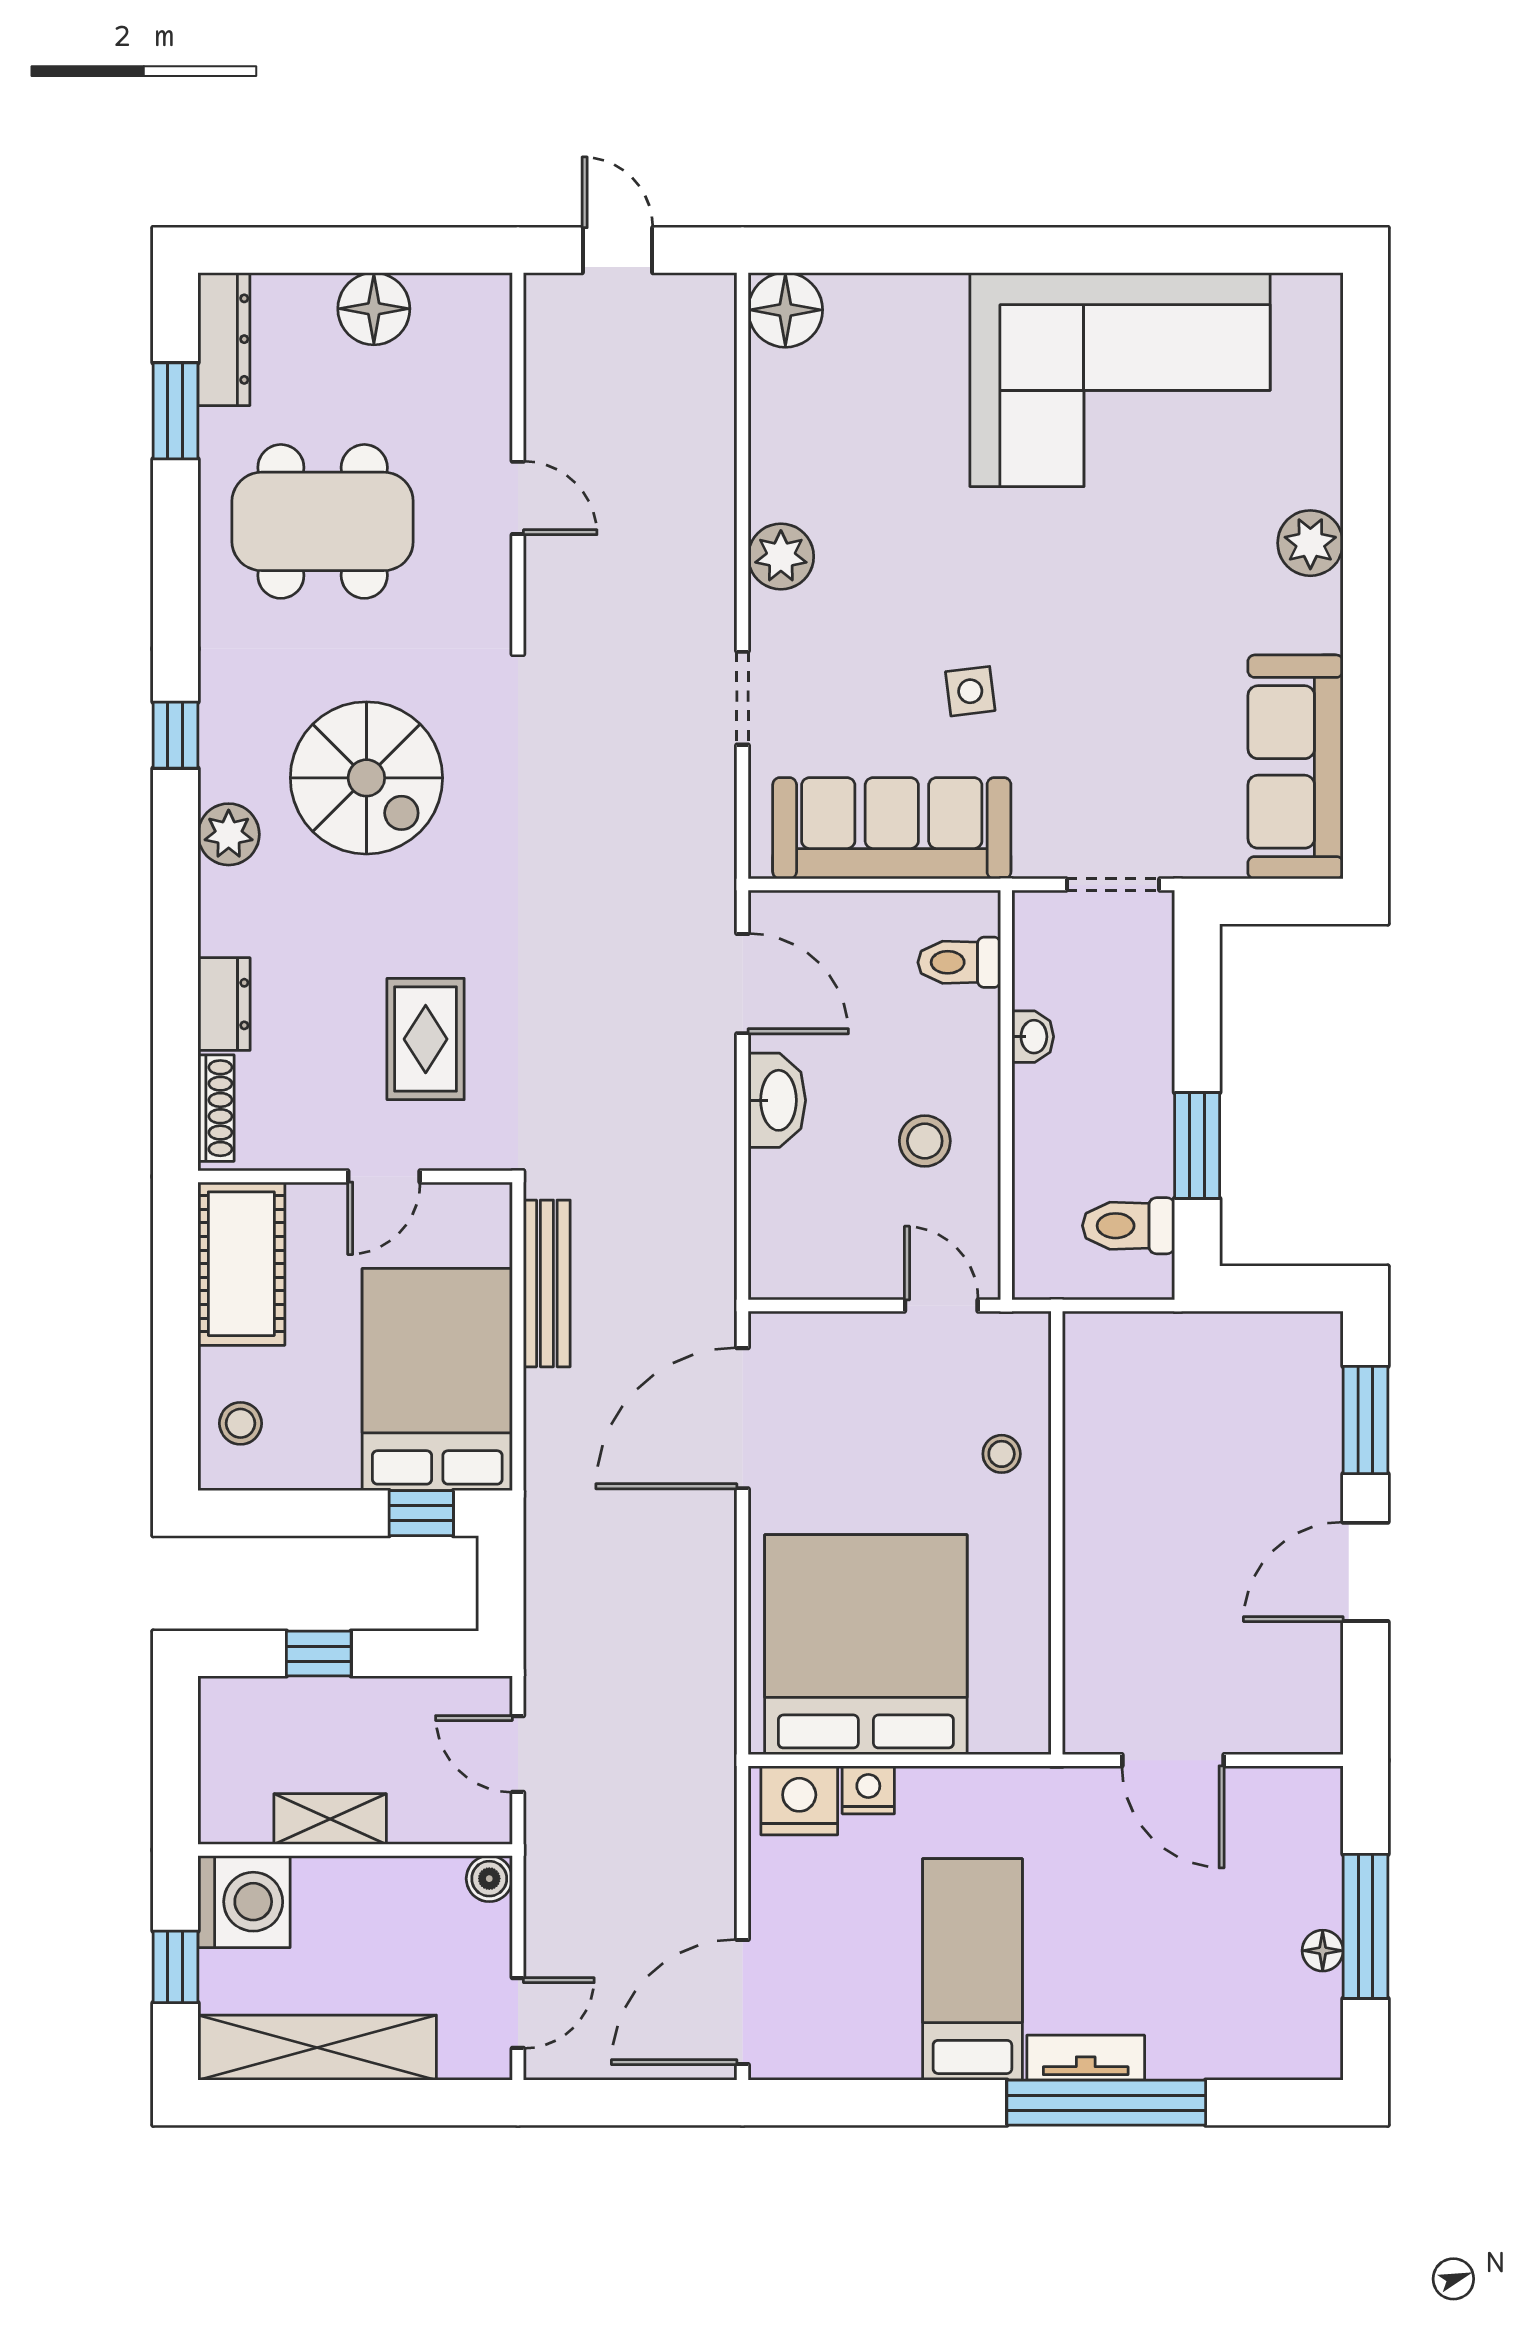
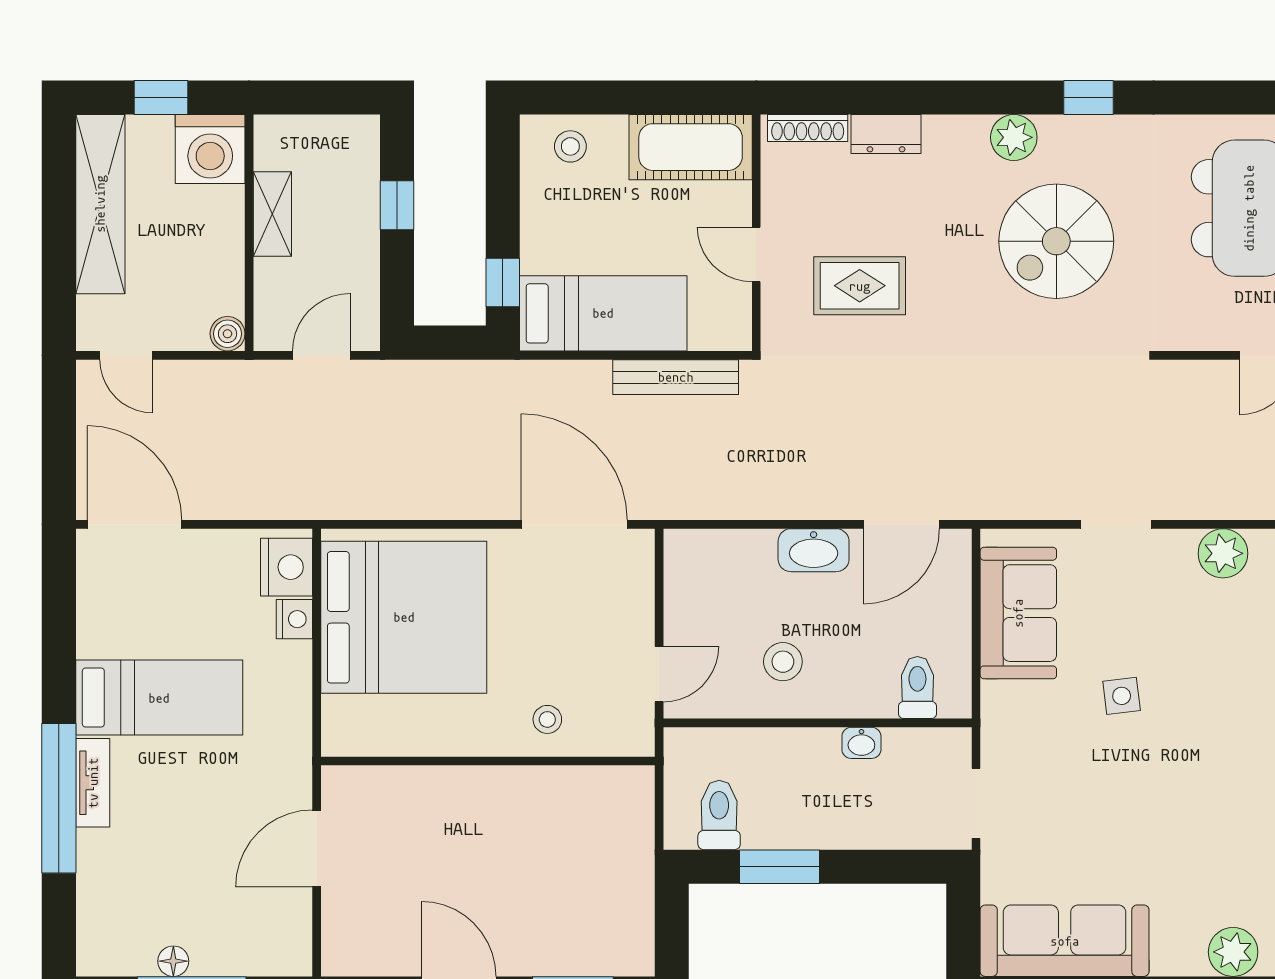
sofa: (892, 828) -> (1018, 613), width x0.73
bed: (437, 1380) -> (603, 313), width x0.67

